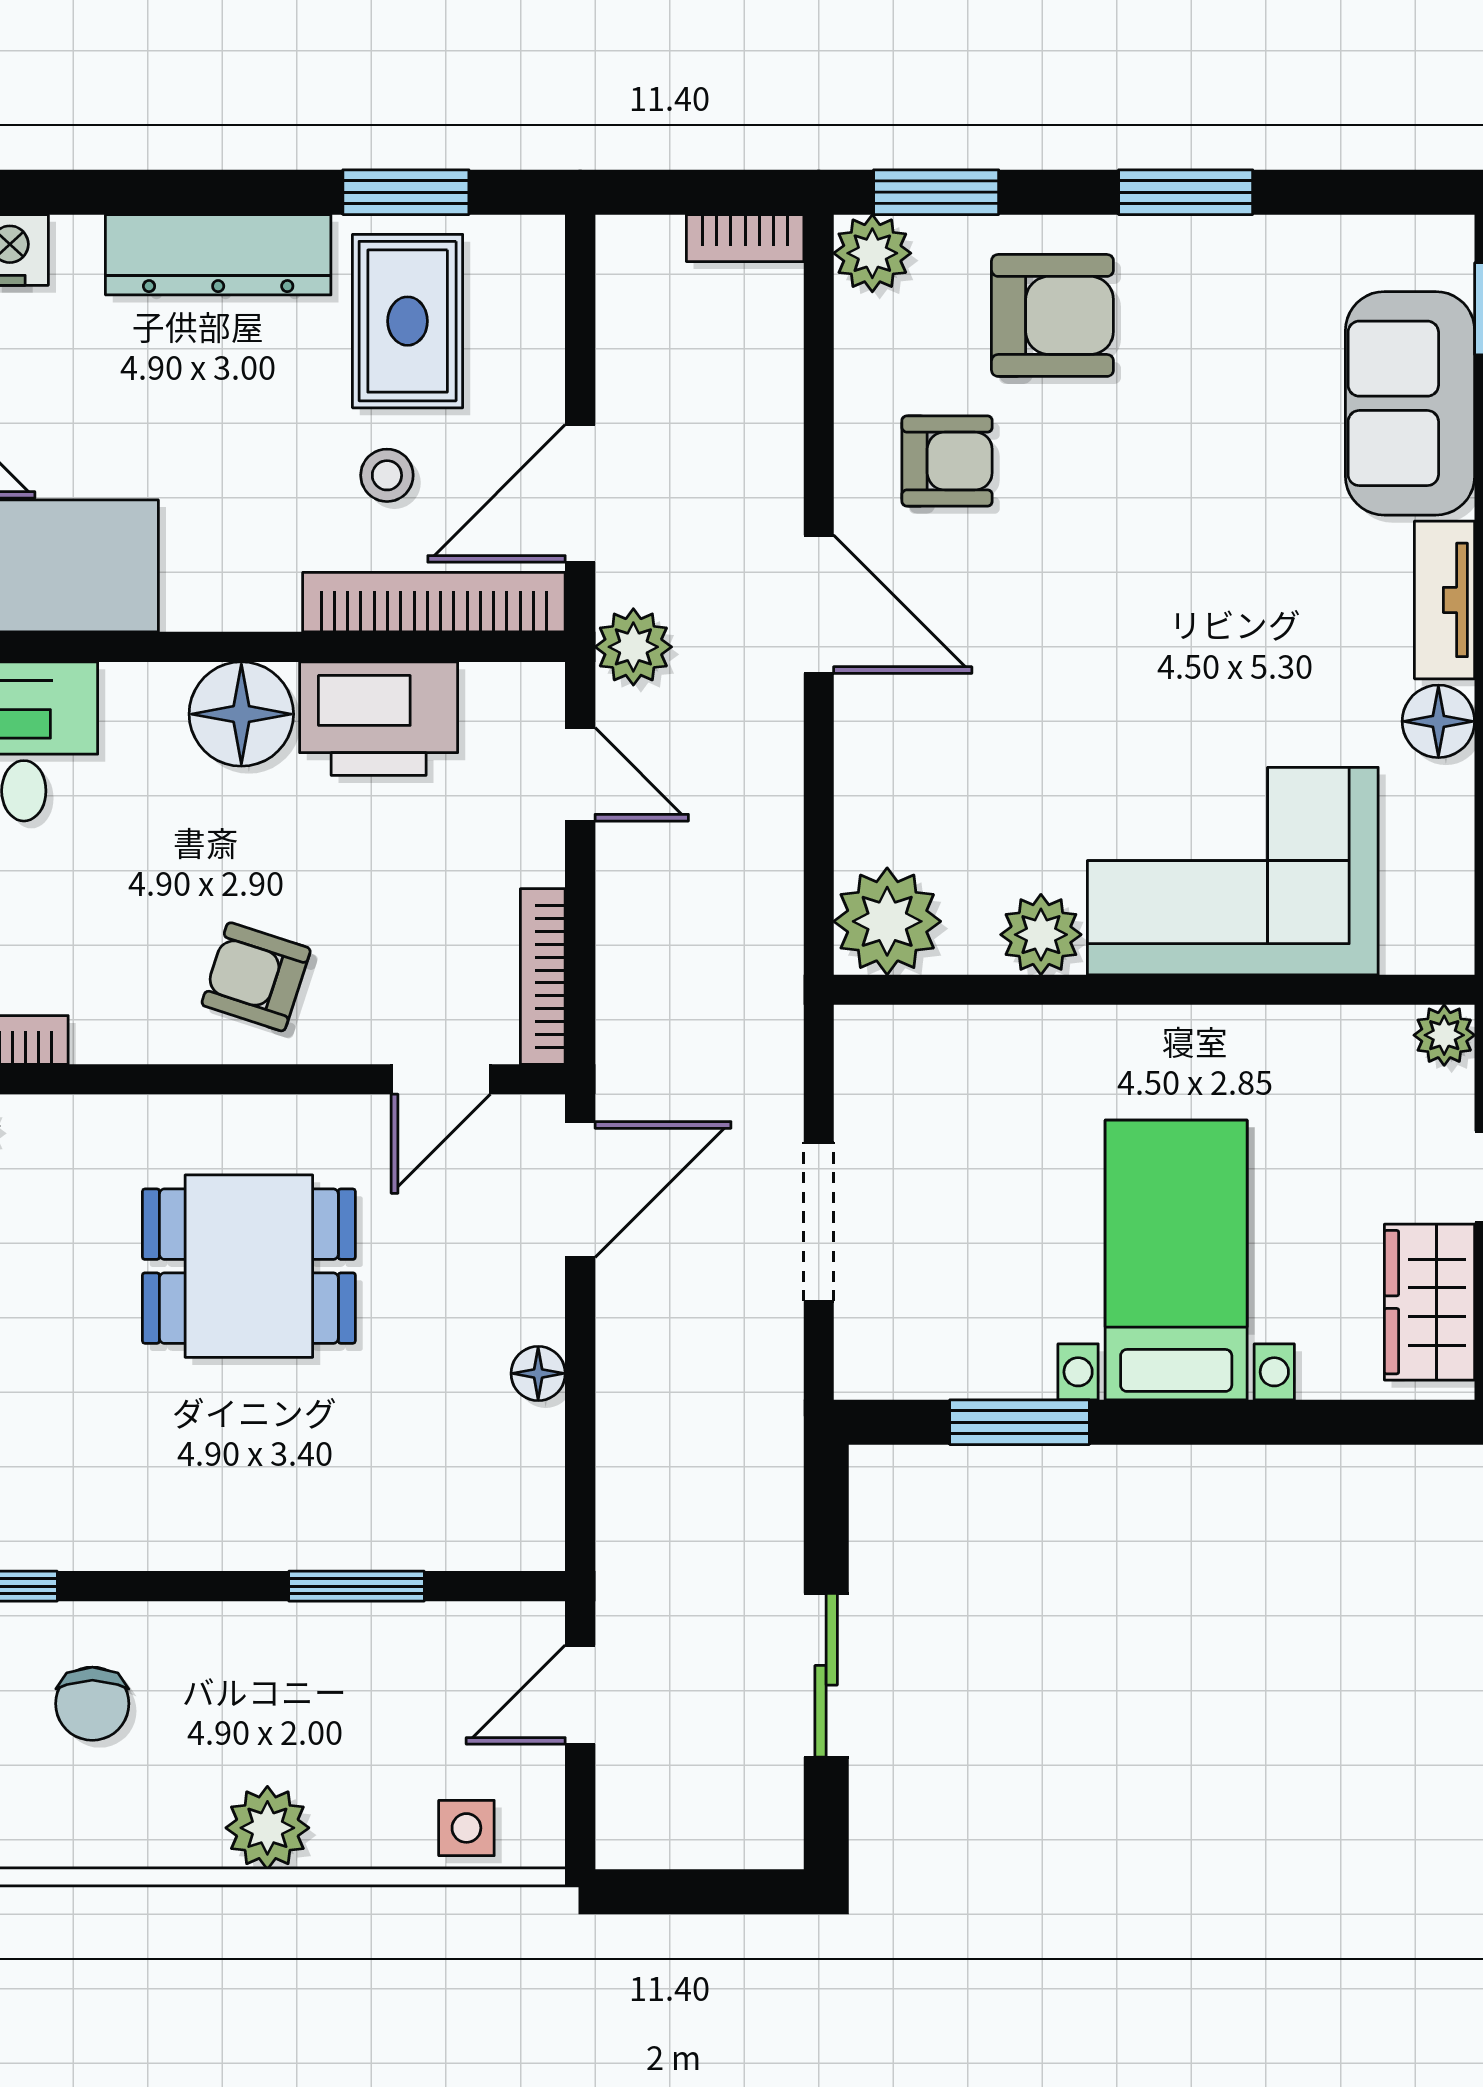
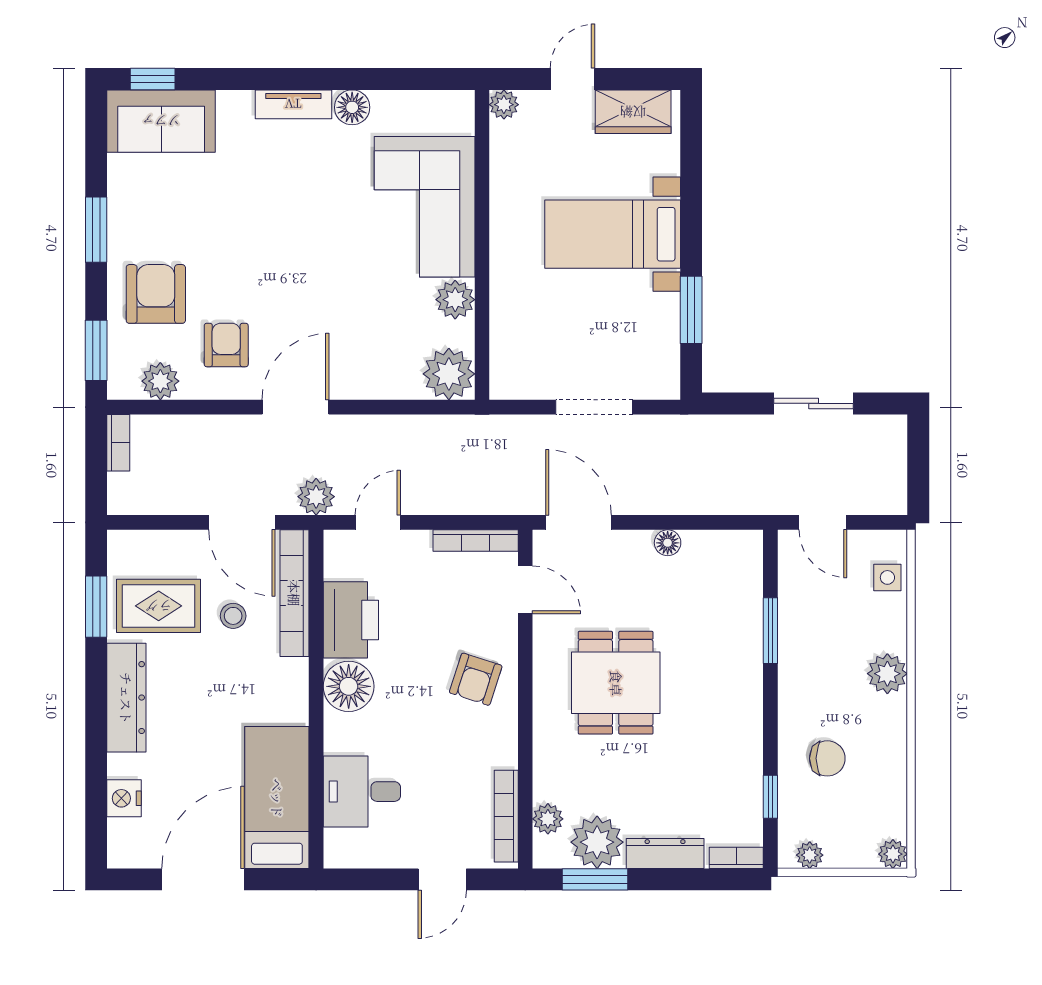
plant: (872, 253) -> (160, 381), moved
sofa: (1410, 403) -> (161, 121), moved

